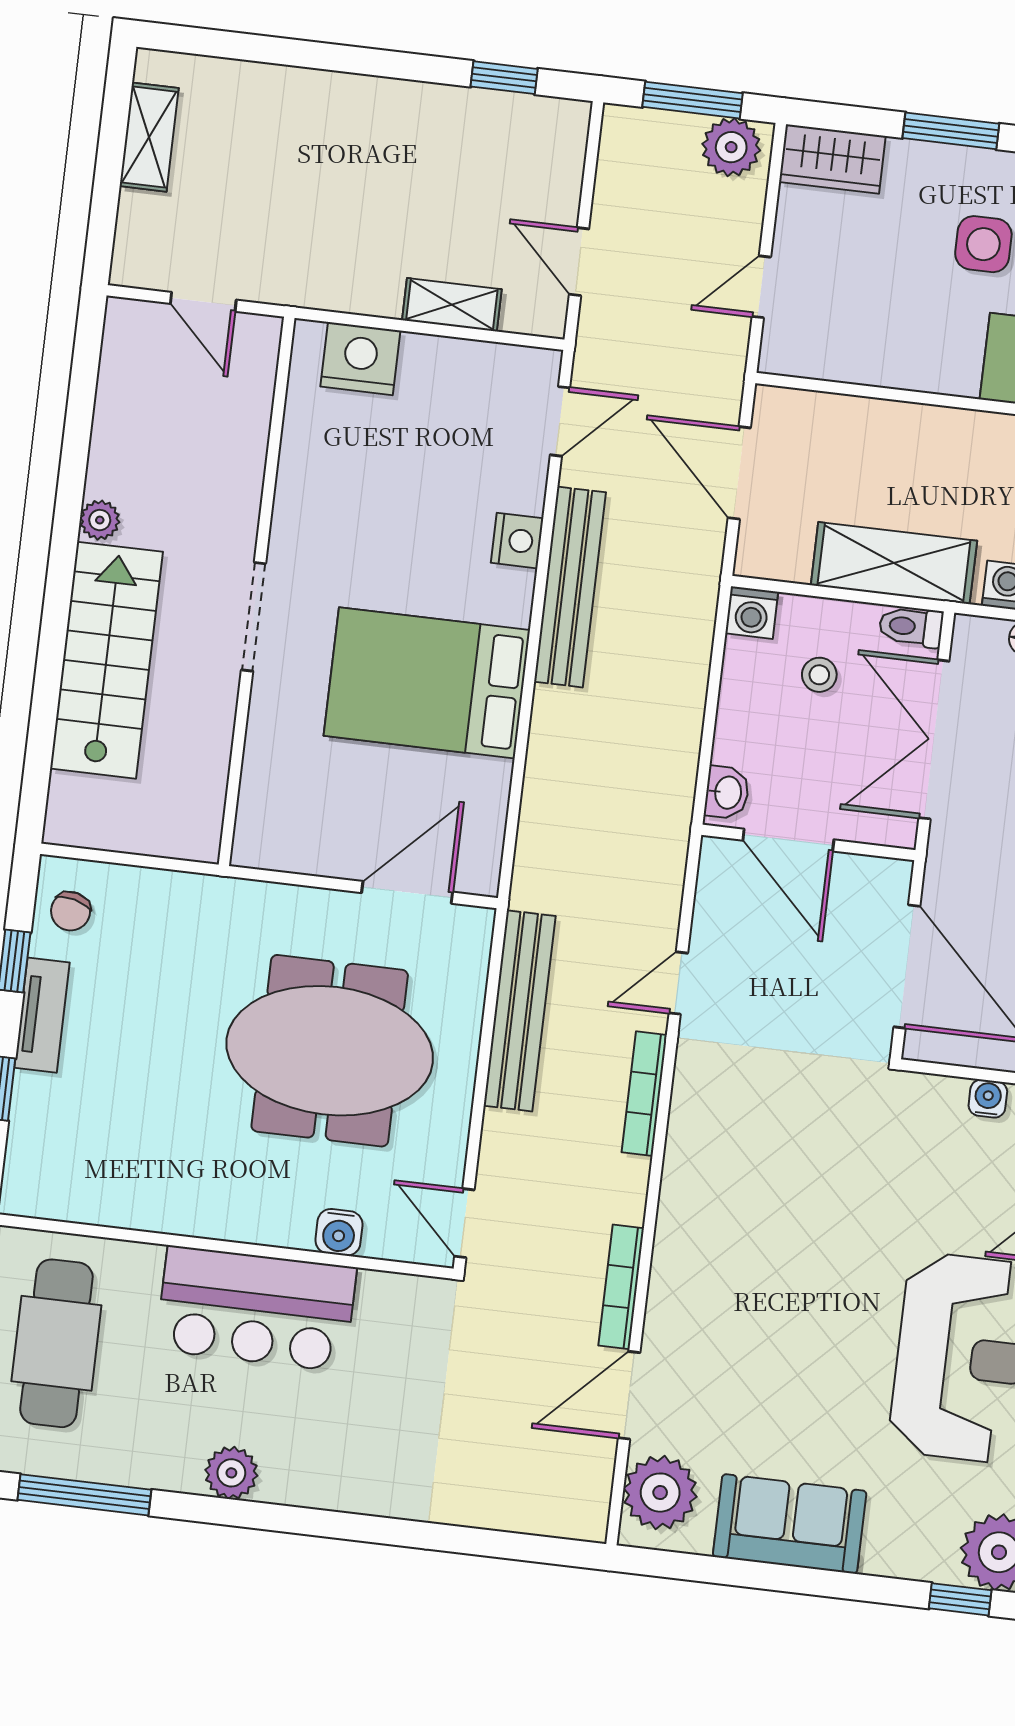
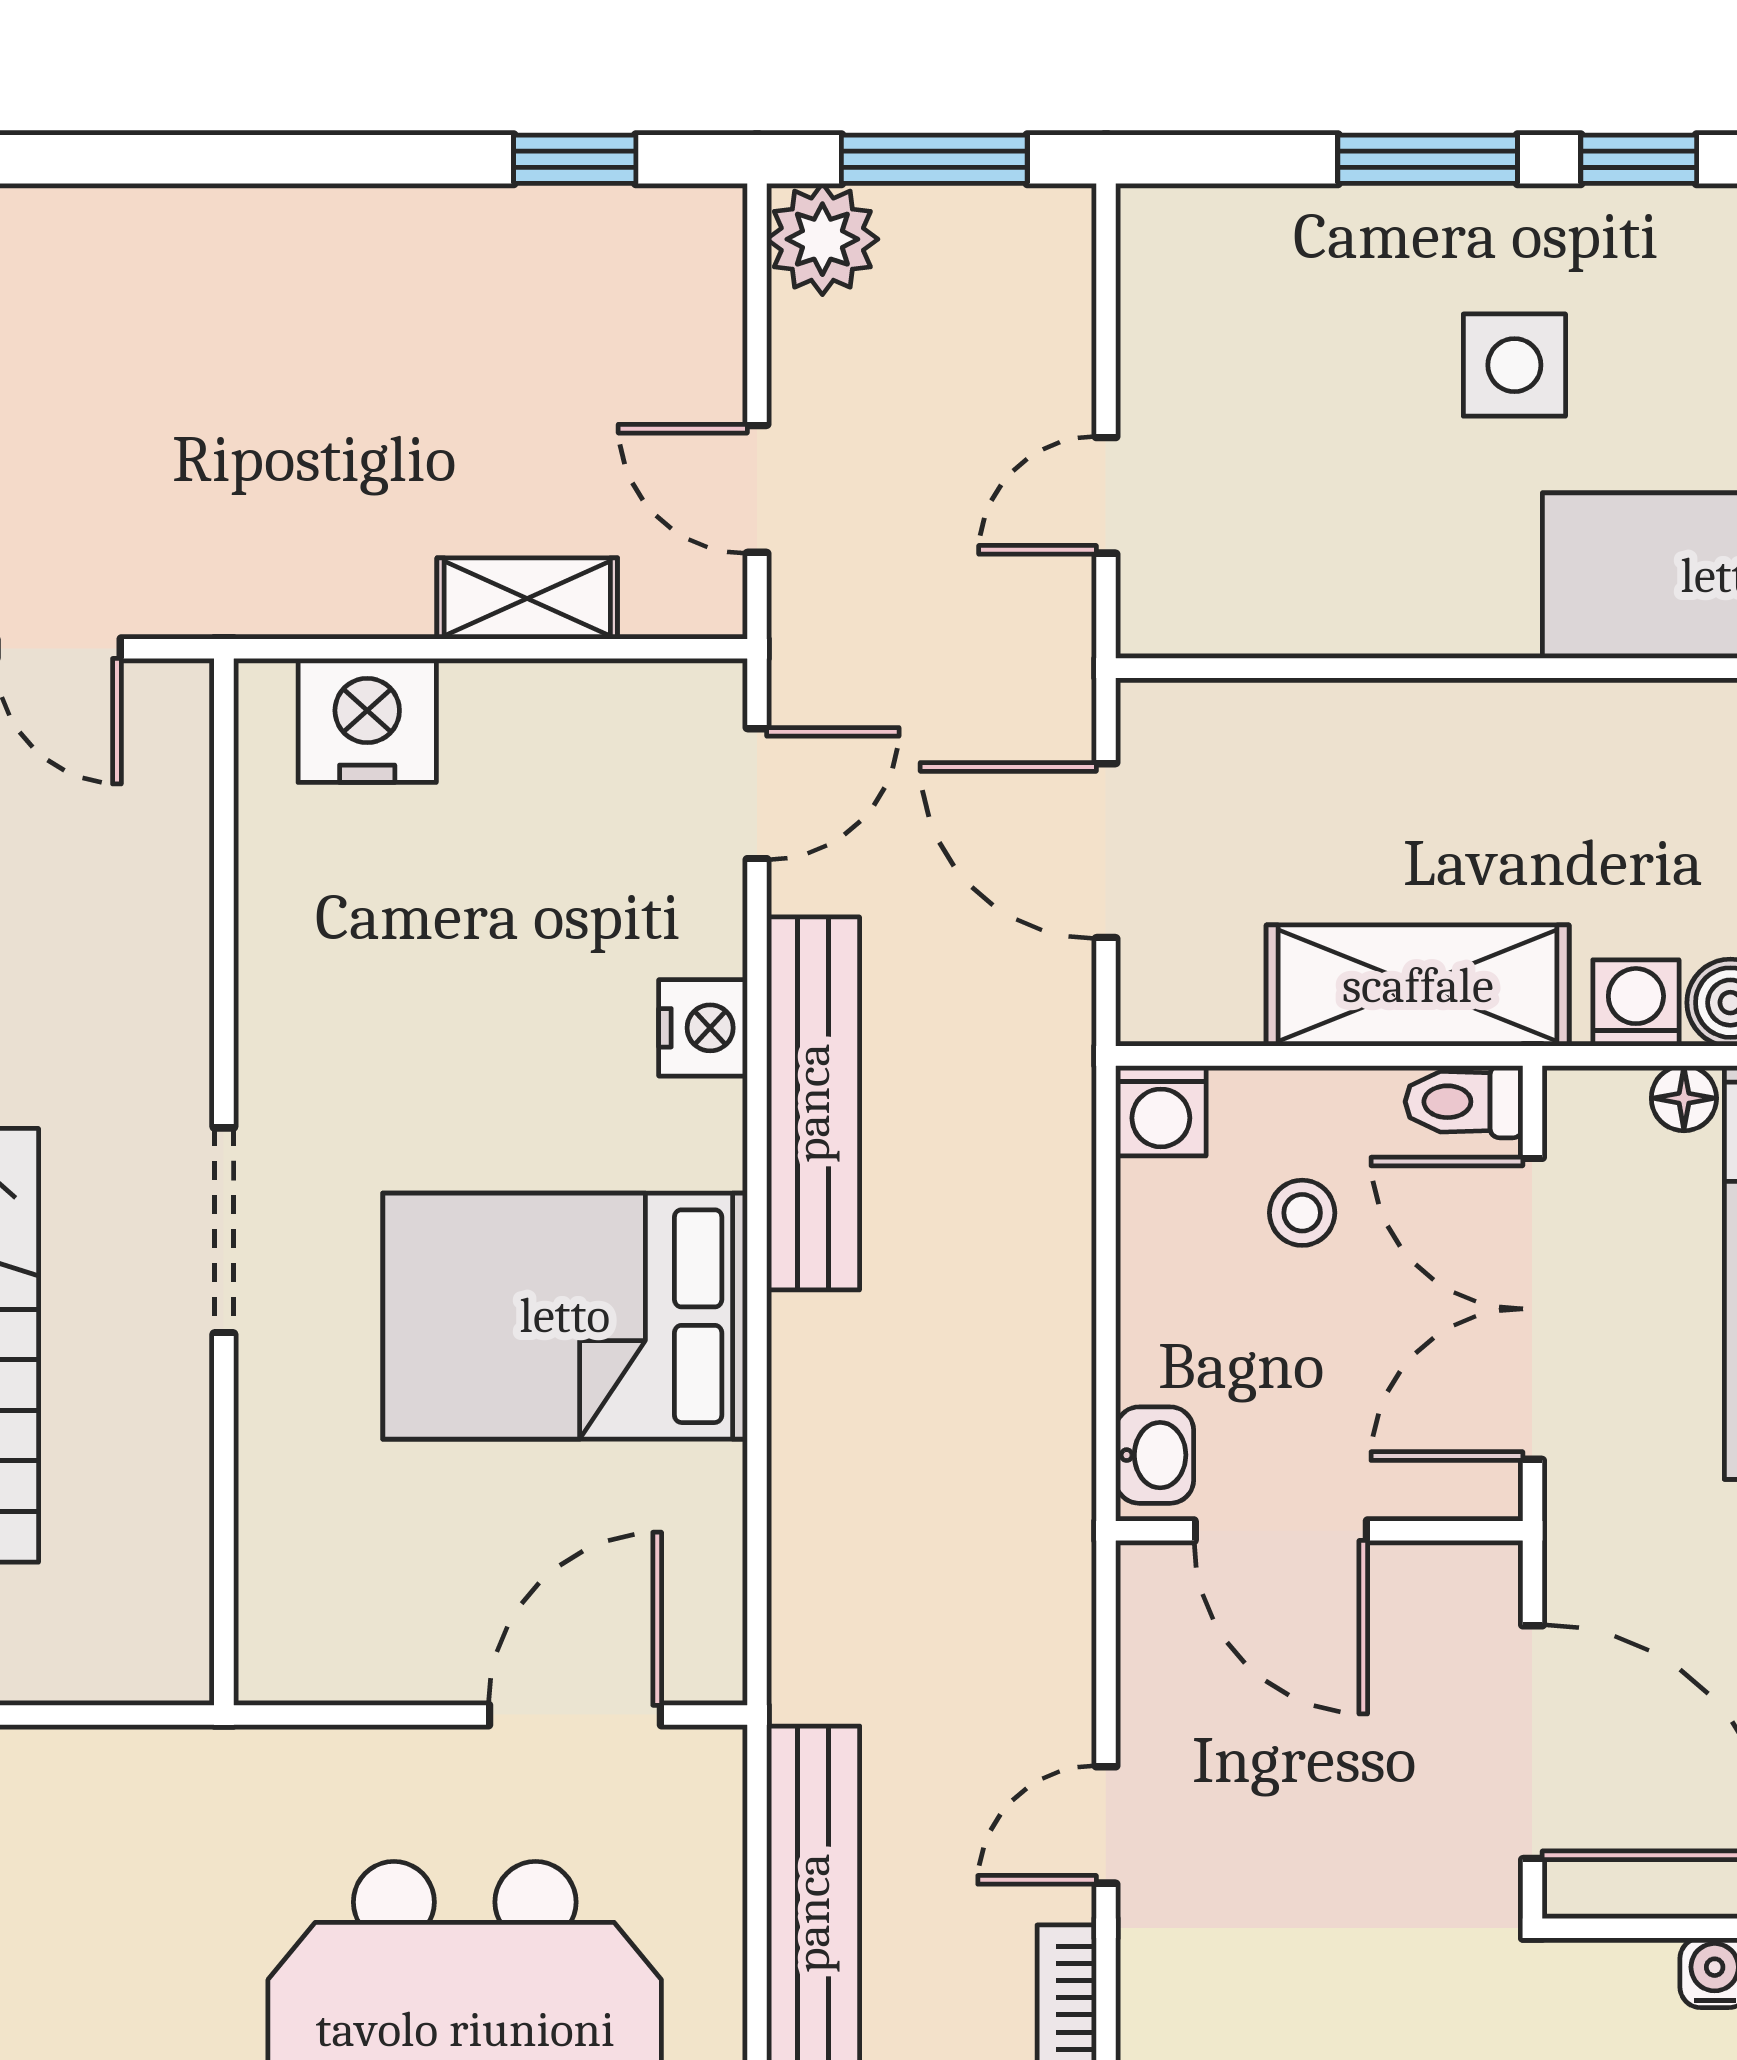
plant: (731, 147) -> (822, 239), moved
wardrobe: (832, 159) -> (1211, 239), removed

